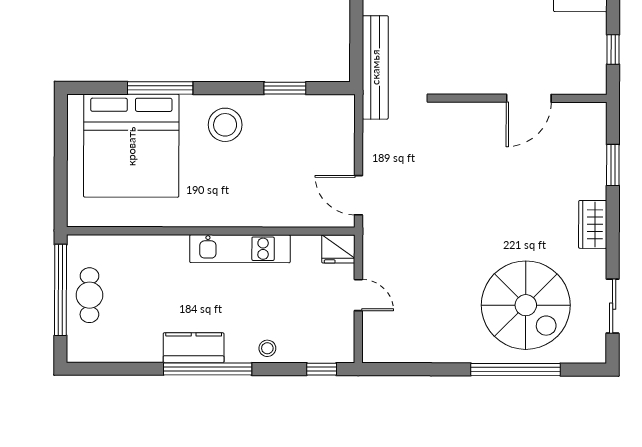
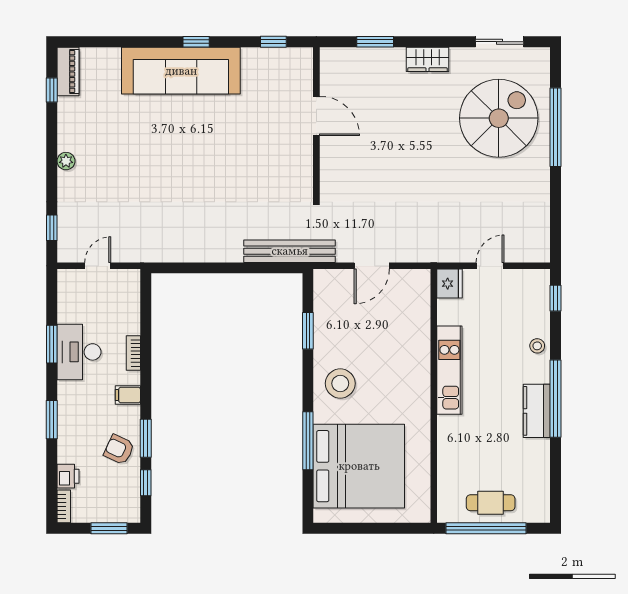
door: (359, 195) -> (372, 266), moved

